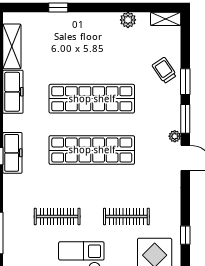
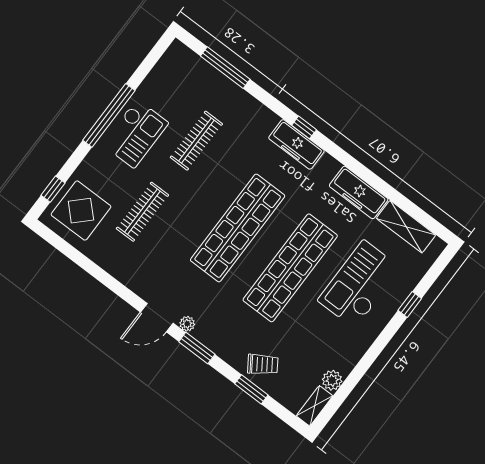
plant: (128, 20) -> (332, 380), moved
checkout: (69, 48) -> (359, 284), added
window: (185, 82) -> (251, 389), moved
window: (185, 235) -> (78, 258), removed

